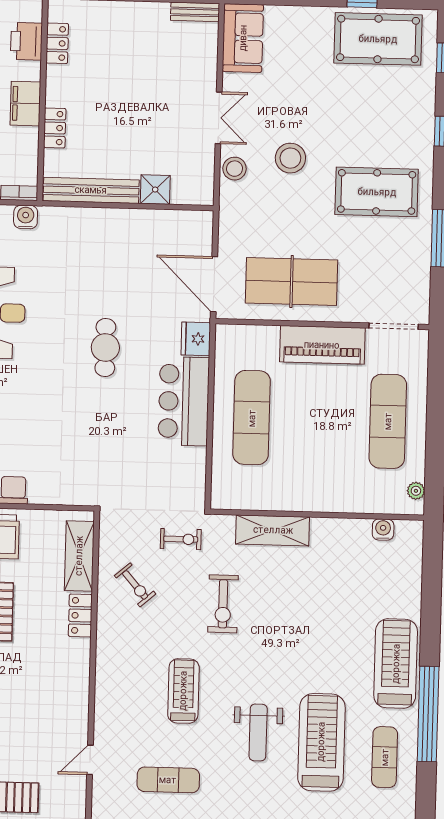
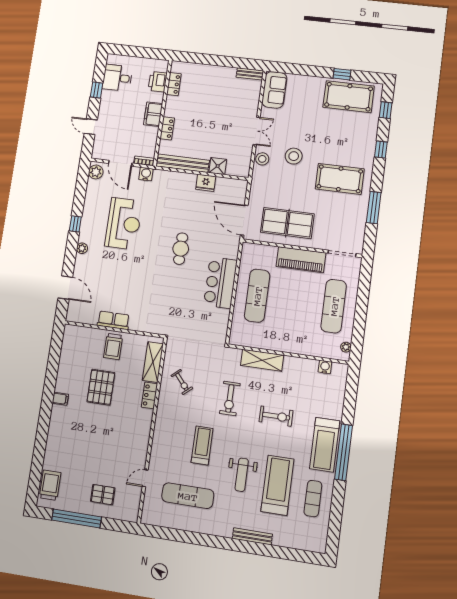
fridge: (196, 339) -> (206, 183), moved, turned -90
exercise bike: (181, 539) -> (276, 416), moved, width x1.38, depth x1.39
treadmill: (396, 664) -> (325, 445), turned 180
window: (428, 714) -> (344, 452), moved
exercise mat: (168, 780) -> (188, 496), width x1.36, depth x1.45

